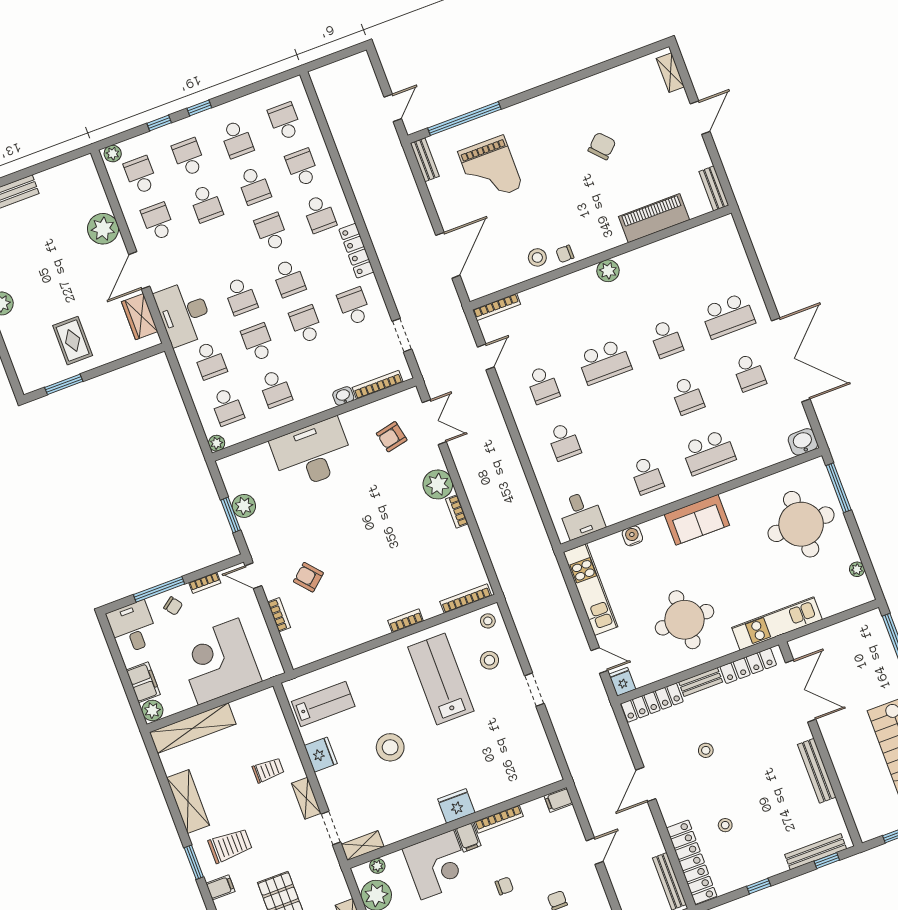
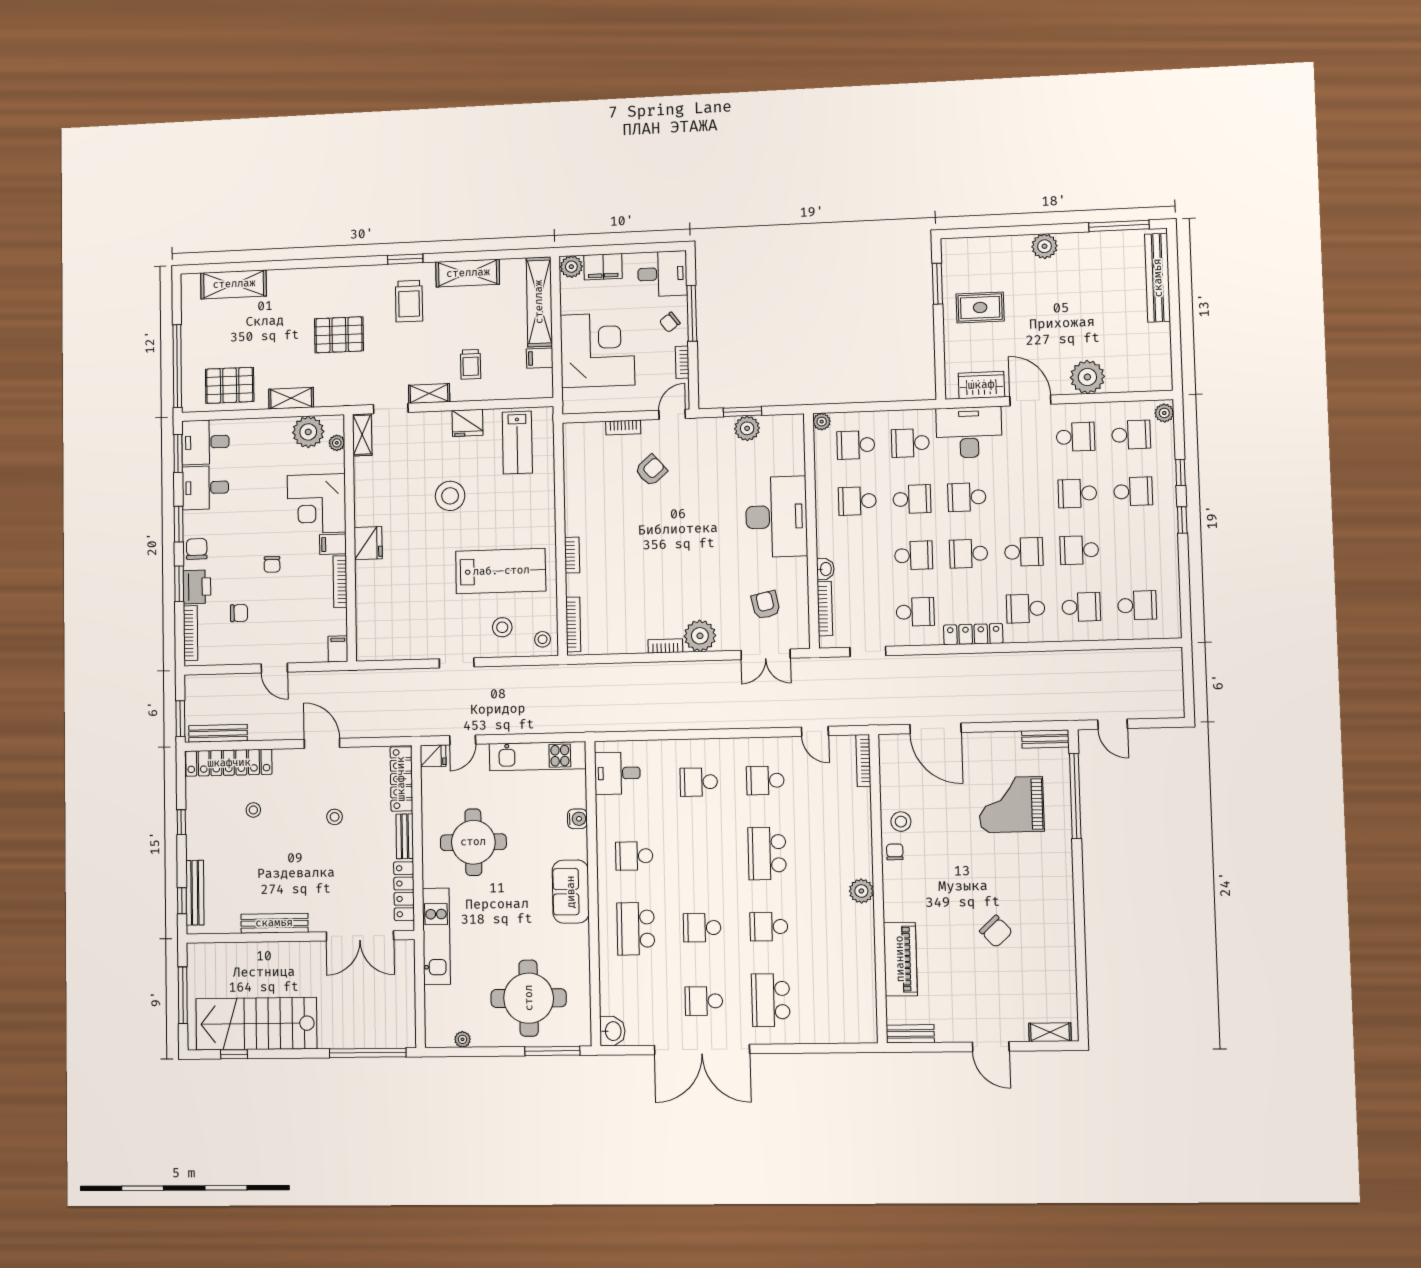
school desk: (237, 139) -> (1135, 548), removed
filing cabinet: (220, 887) -> (540, 358), moved, turned 90

